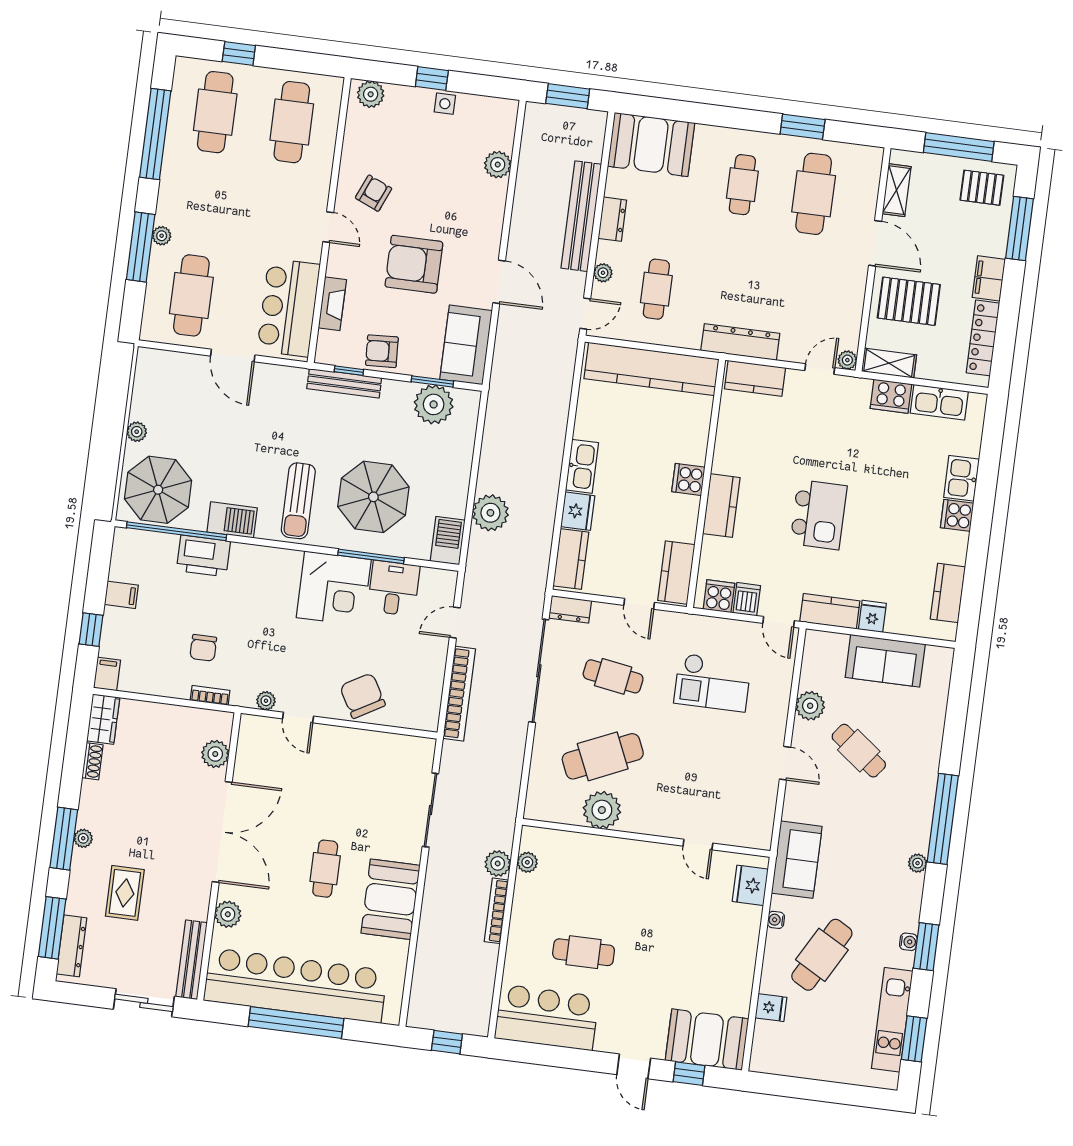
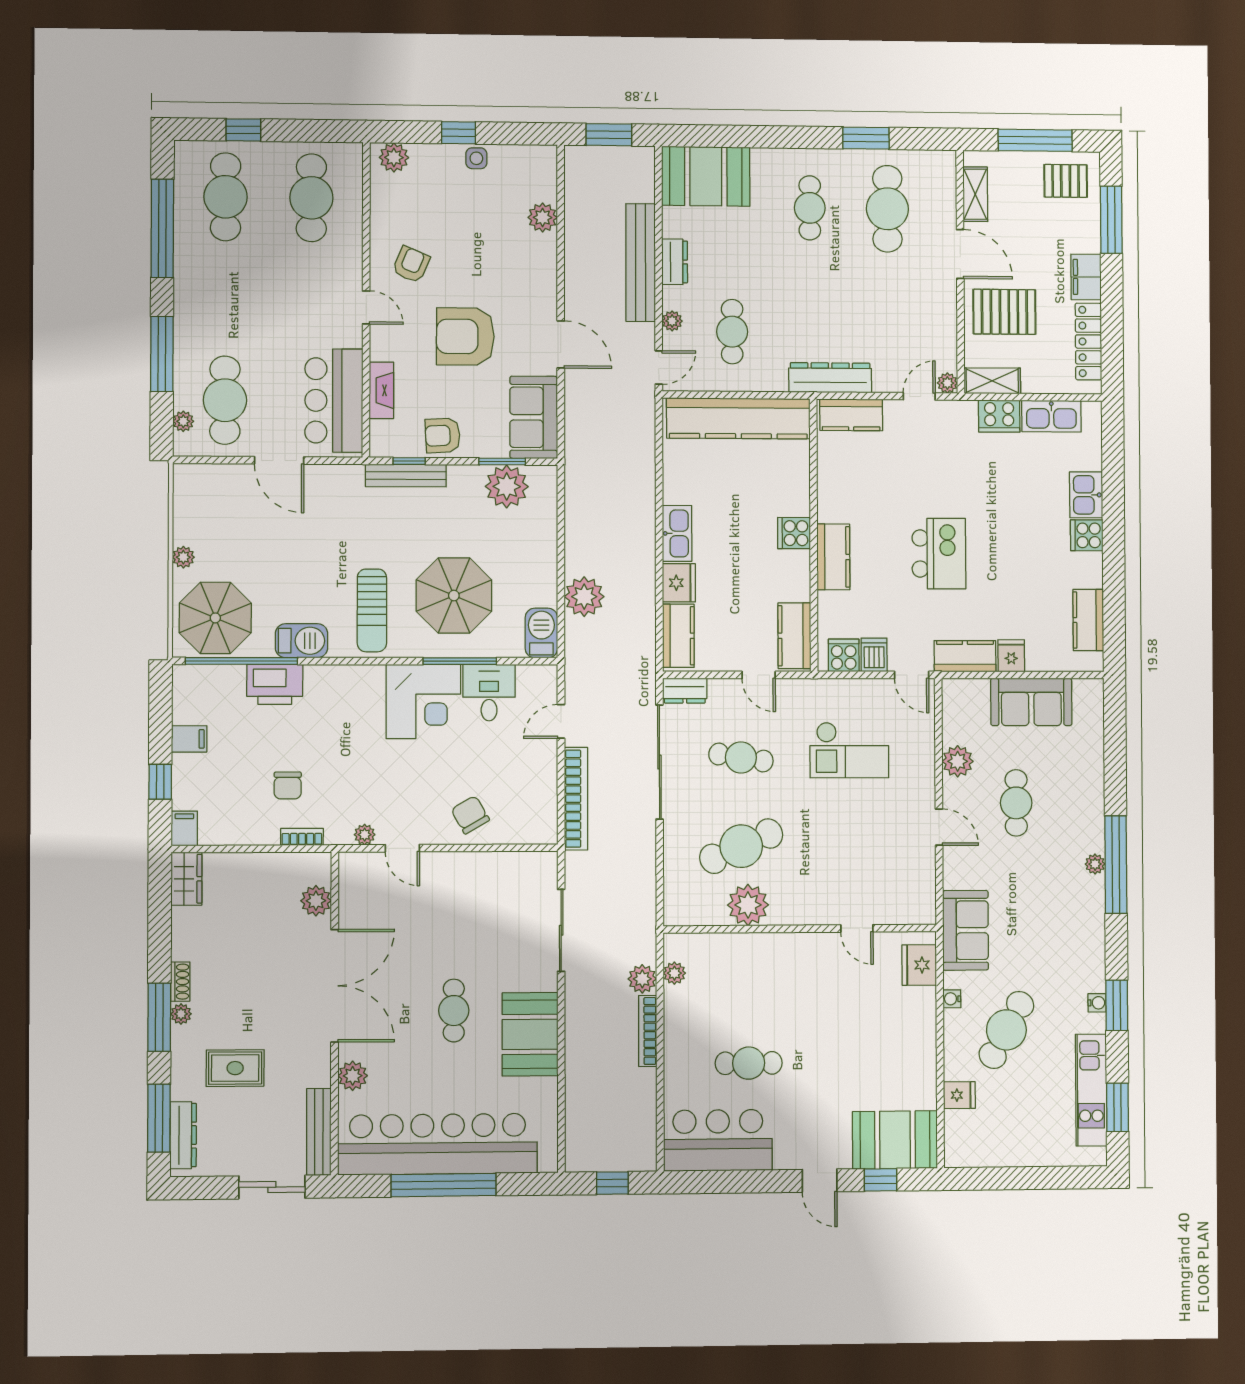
plant: (162, 236) -> (183, 421), moved
chair: (362, 696) -> (470, 815), width x0.73, depth x0.73
cafe table: (859, 751) -> (1016, 803), turned 53
shoe rack: (92, 761) -> (180, 982), moved
plant: (918, 863) -> (1095, 864), moved
rug: (125, 893) -> (235, 1068), turned 90

